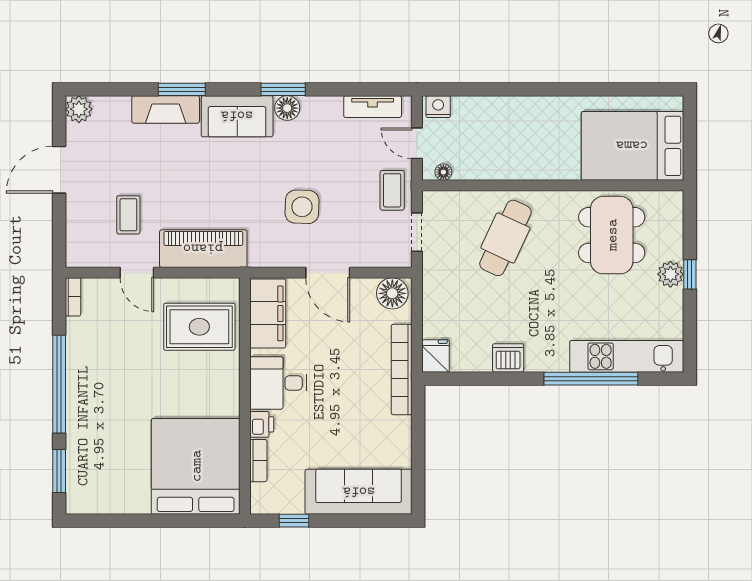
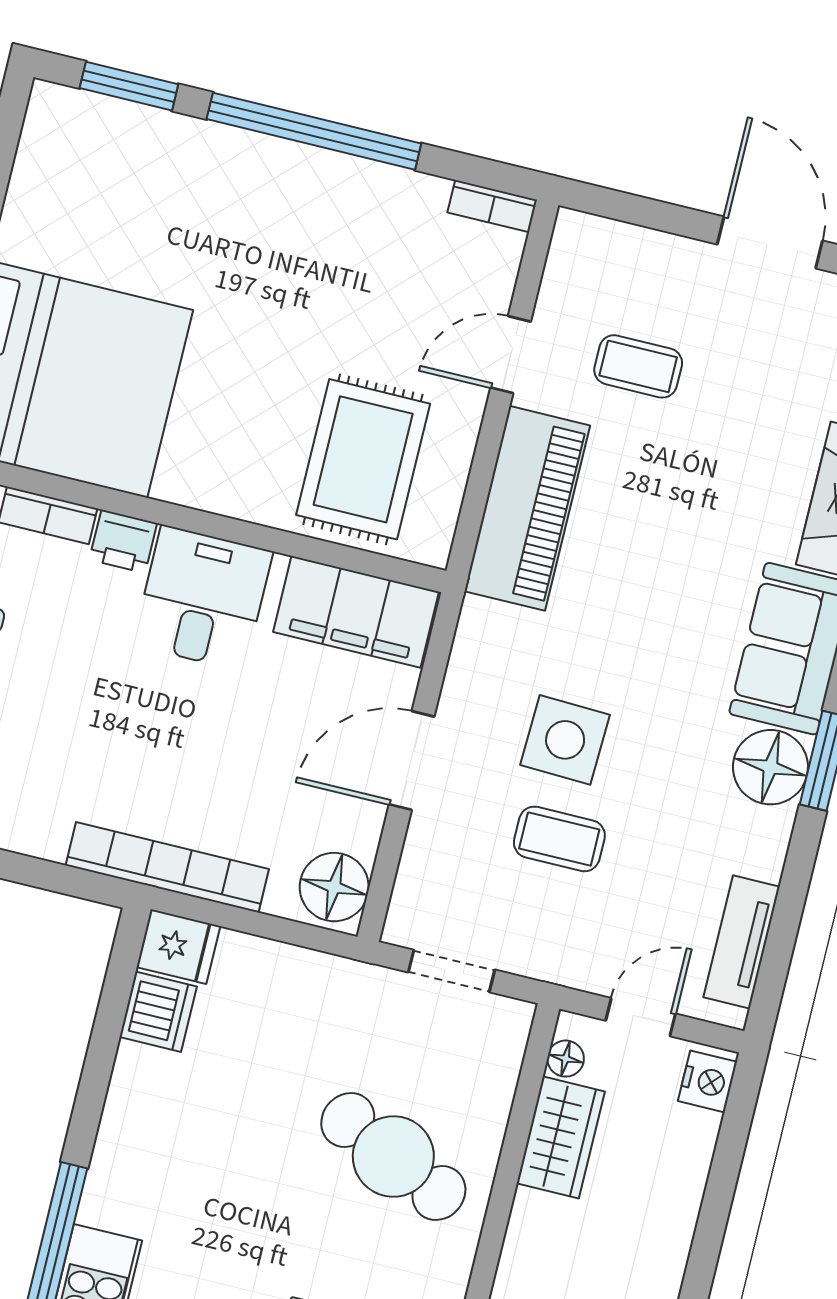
floor lamp: (287, 108) -> (770, 767), width x1.38, depth x1.38
wardrobe: (479, 166) -> (561, 1137), added
coffee table: (392, 190) -> (559, 839), moved
dishwasher: (508, 358) -> (158, 1012), moved

